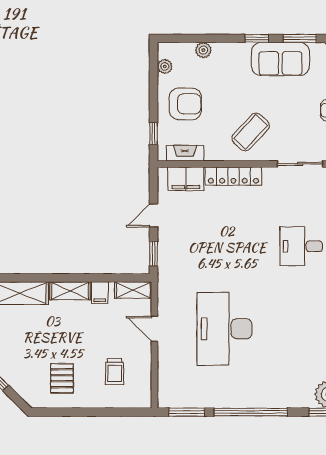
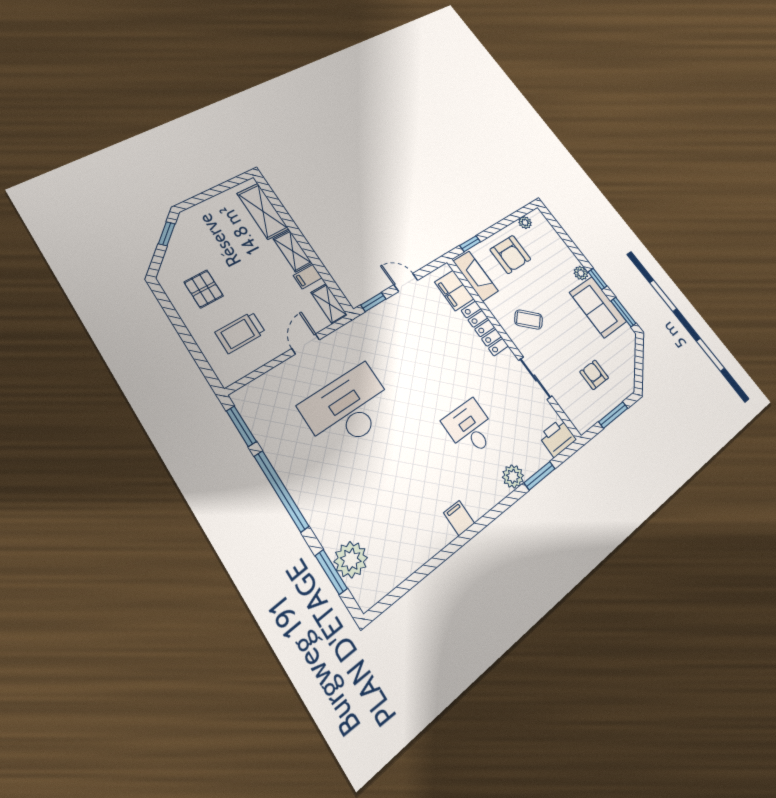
plant: (203, 50) -> (581, 273), moved
coffee table: (251, 132) -> (529, 320), width x0.73, depth x0.77
fireplace: (185, 153) -> (476, 276), width x1.37, depth x1.32
trolley: (115, 372) -> (240, 332), width x1.36, depth x1.39
pallet: (62, 378) -> (204, 289), turned 90

